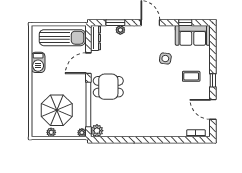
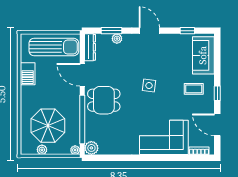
sofa: (193, 35) -> (203, 55), moved, turned 90
side table: (165, 59) -> (149, 86), moved
door: (88, 63) -> (82, 75), hinge flipped
corner sofa: (164, 121) -> (164, 137), added

